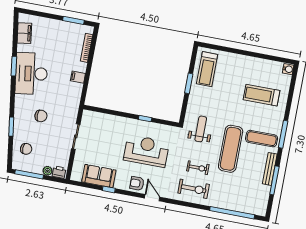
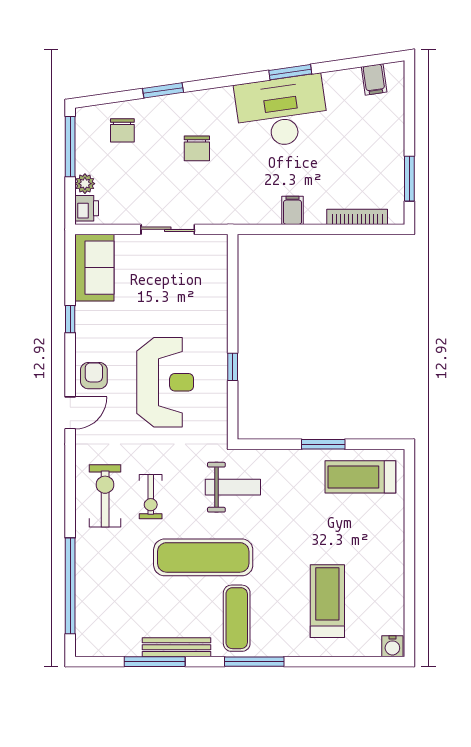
filing cabinet: (24, 33) -> (374, 79), width x0.50
sofa: (99, 176) -> (94, 268), moved
exercise bike: (194, 189) -> (105, 496), turned 180

